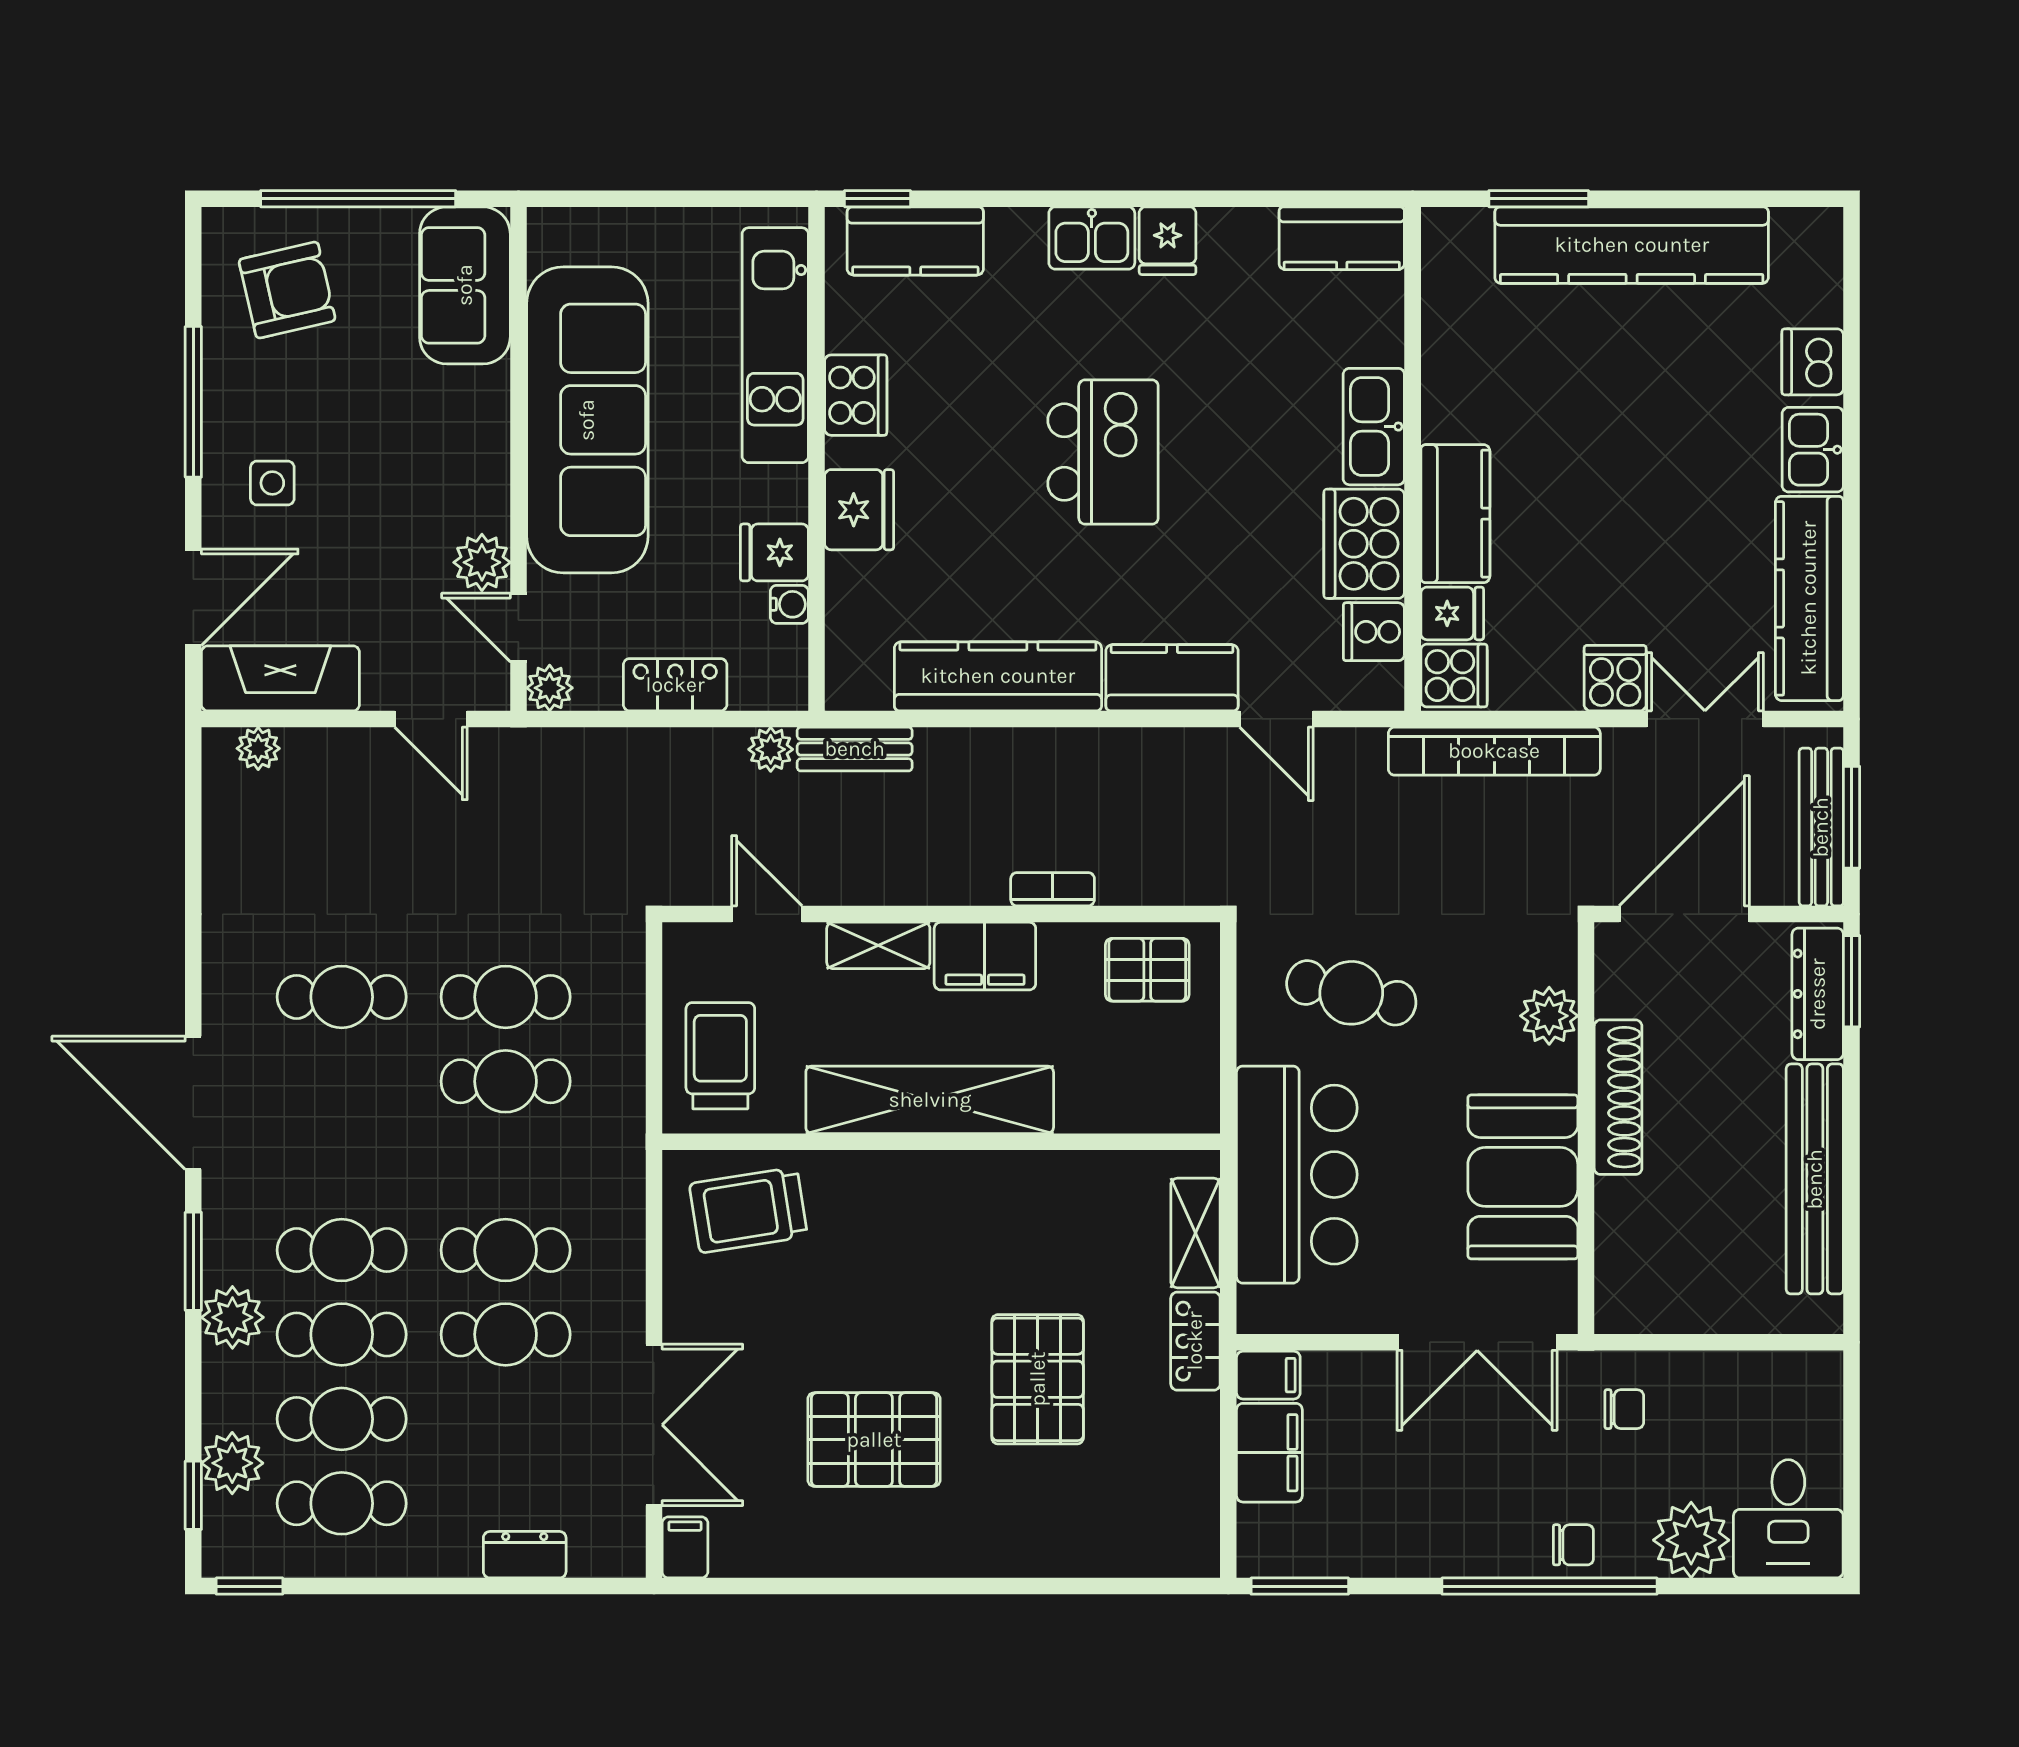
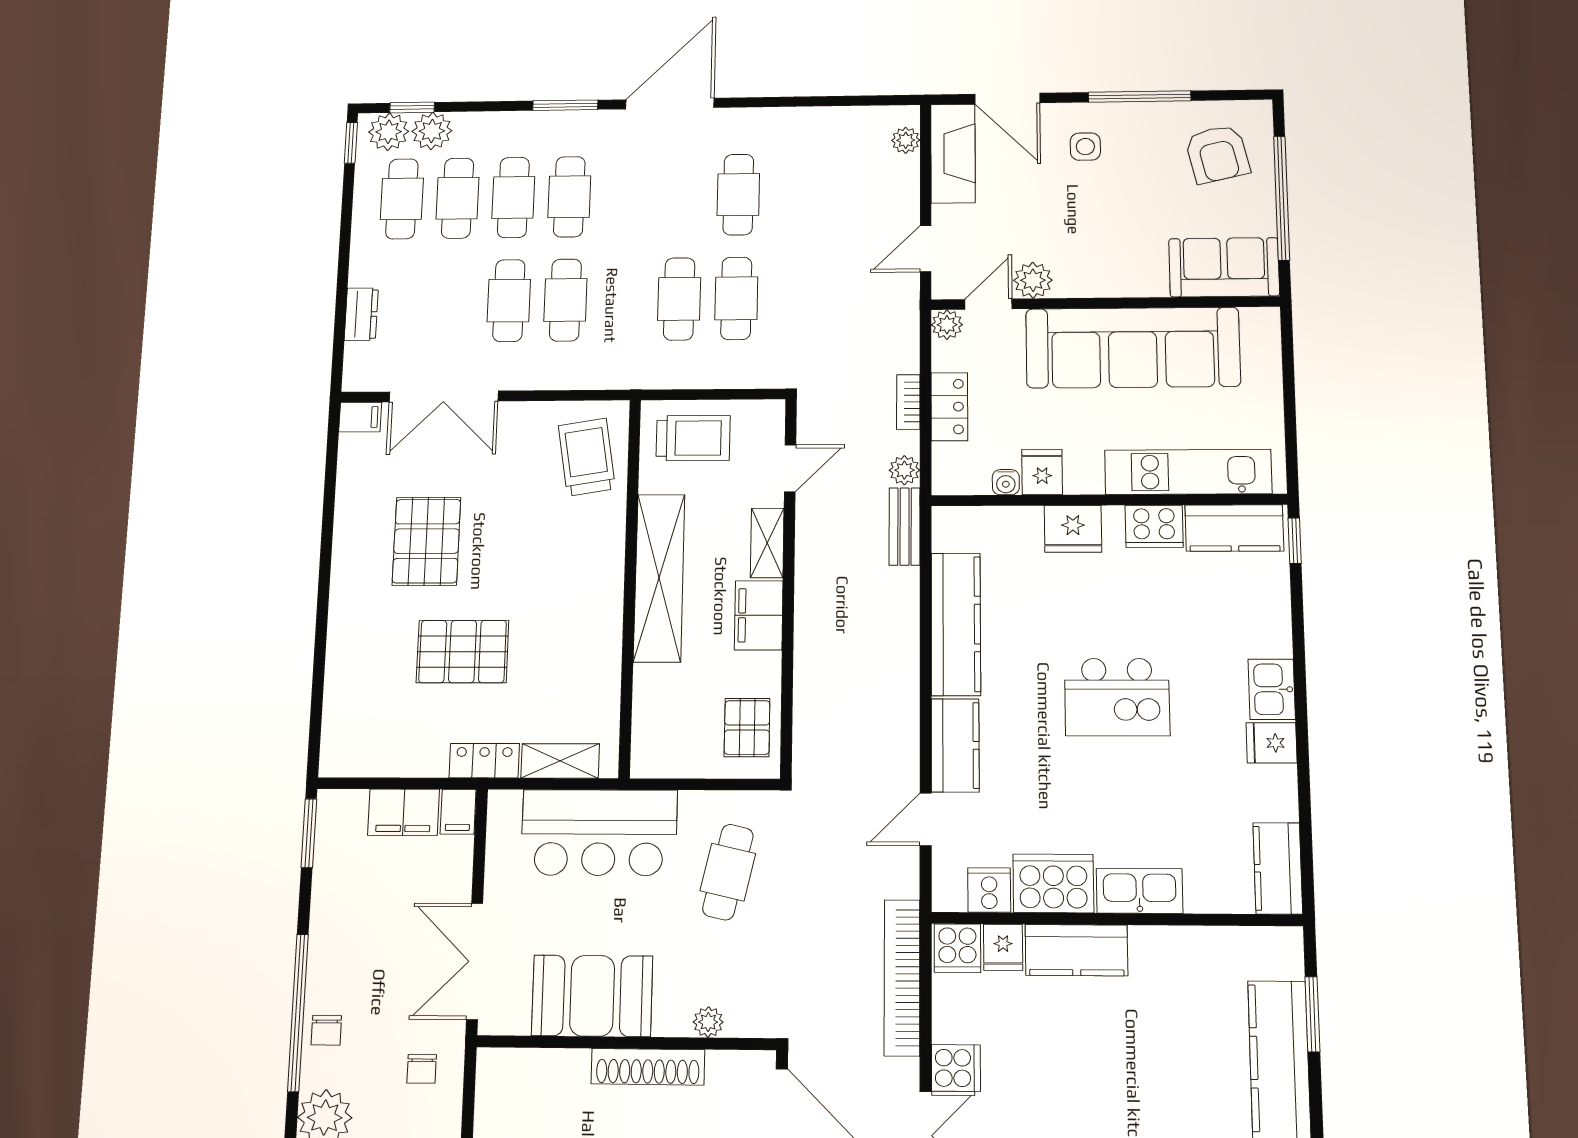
kitchen counter: (915, 241) -> (1234, 528), moved, turned -90
bookcase: (1053, 889) -> (908, 402), moved, turned 180
plant: (1549, 1016) -> (708, 1022), width x0.73, depth x0.73
plant: (232, 1317) -> (389, 132), moved

